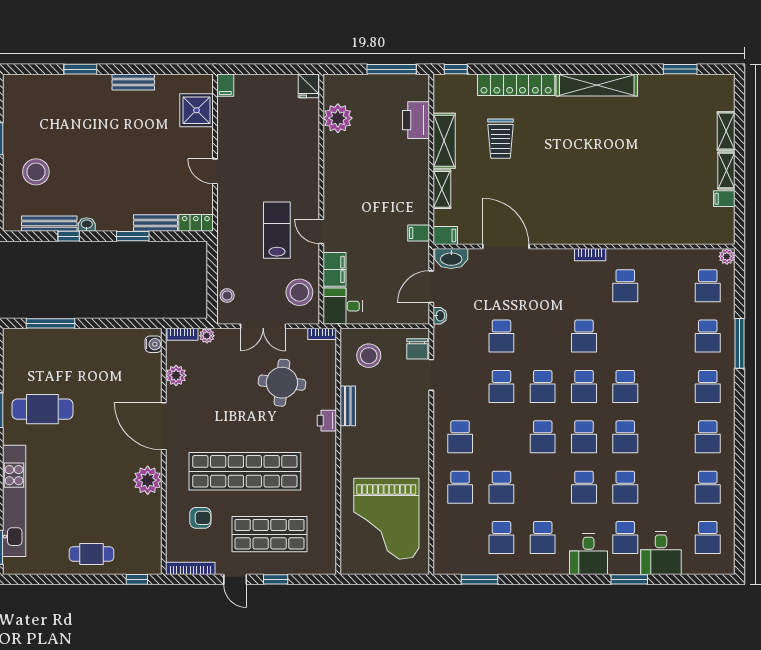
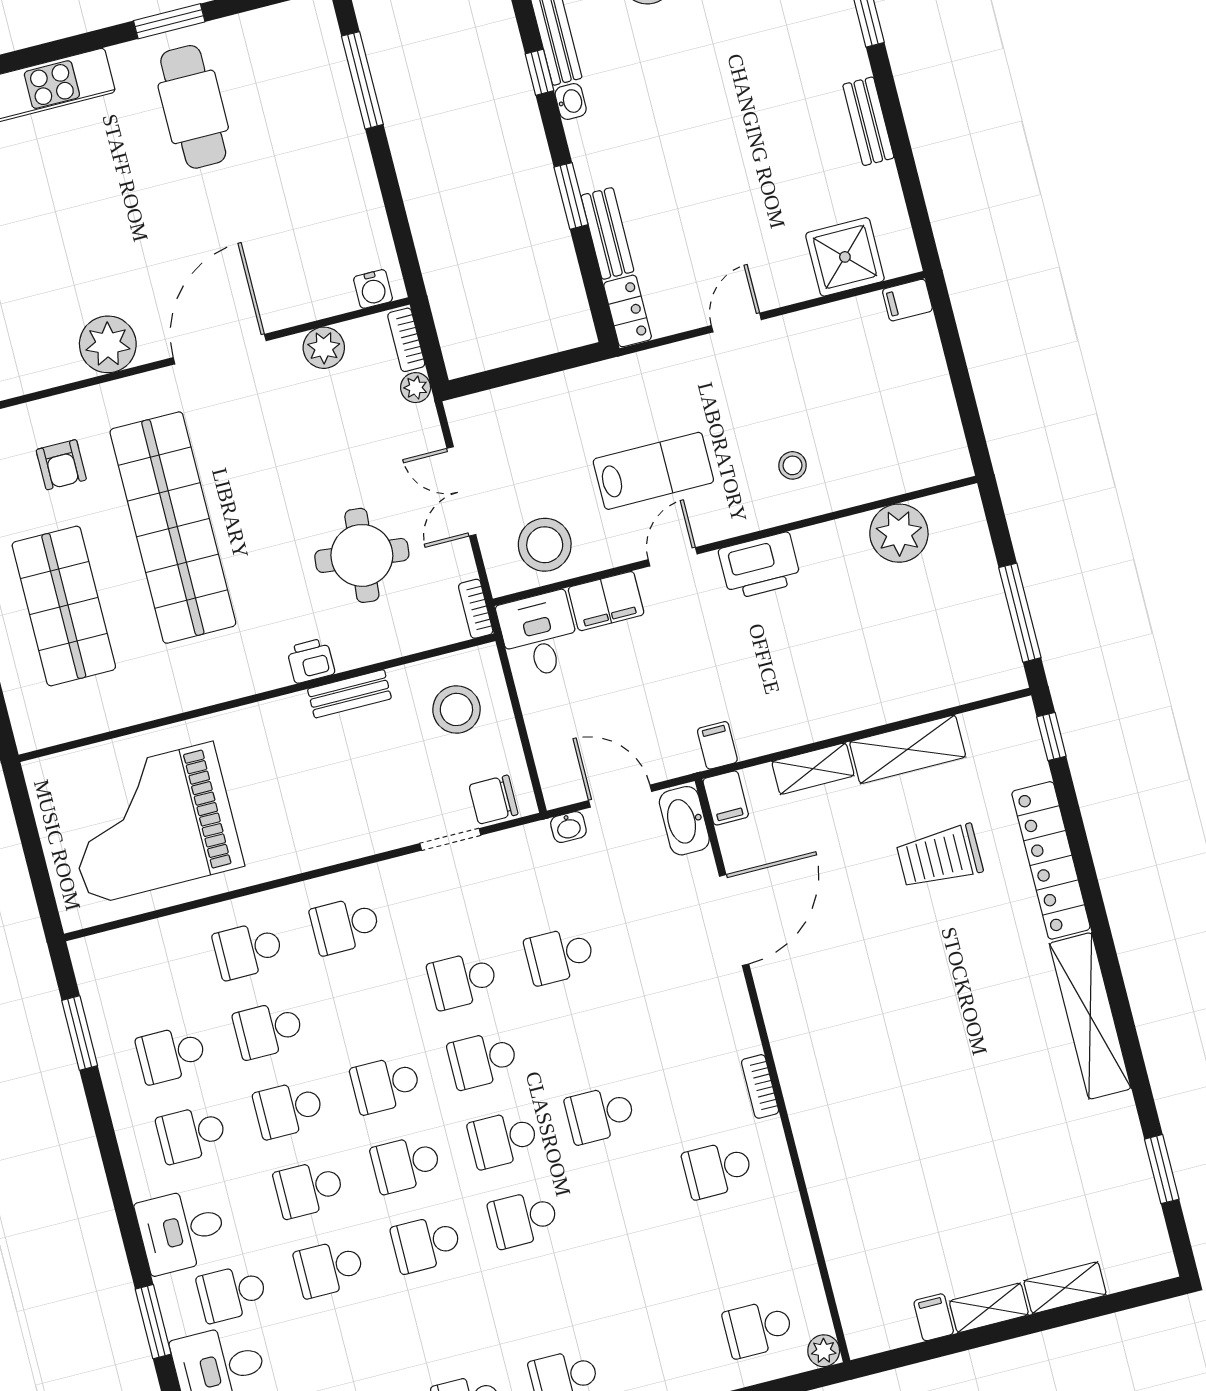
fridge: (308, 86) -> (947, 460), removed
printer: (416, 120) -> (760, 566), moved, turned 180
stool: (227, 296) -> (793, 465), moved
school desk: (708, 336) -> (289, 1109), moved

